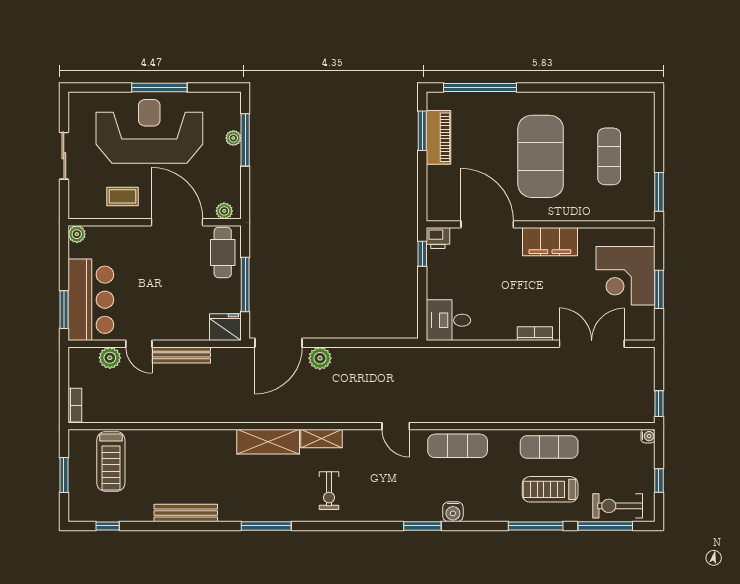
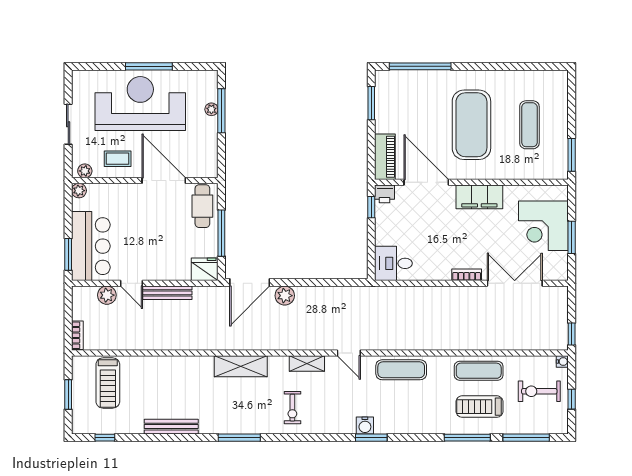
piano: (438, 137) -> (385, 157), moved
plant: (224, 211) -> (85, 171), moved
shelving: (322, 439) -> (307, 364), moved
exercise bike: (618, 506) -> (539, 391), moved
water cooler: (453, 512) -> (365, 426), moved

